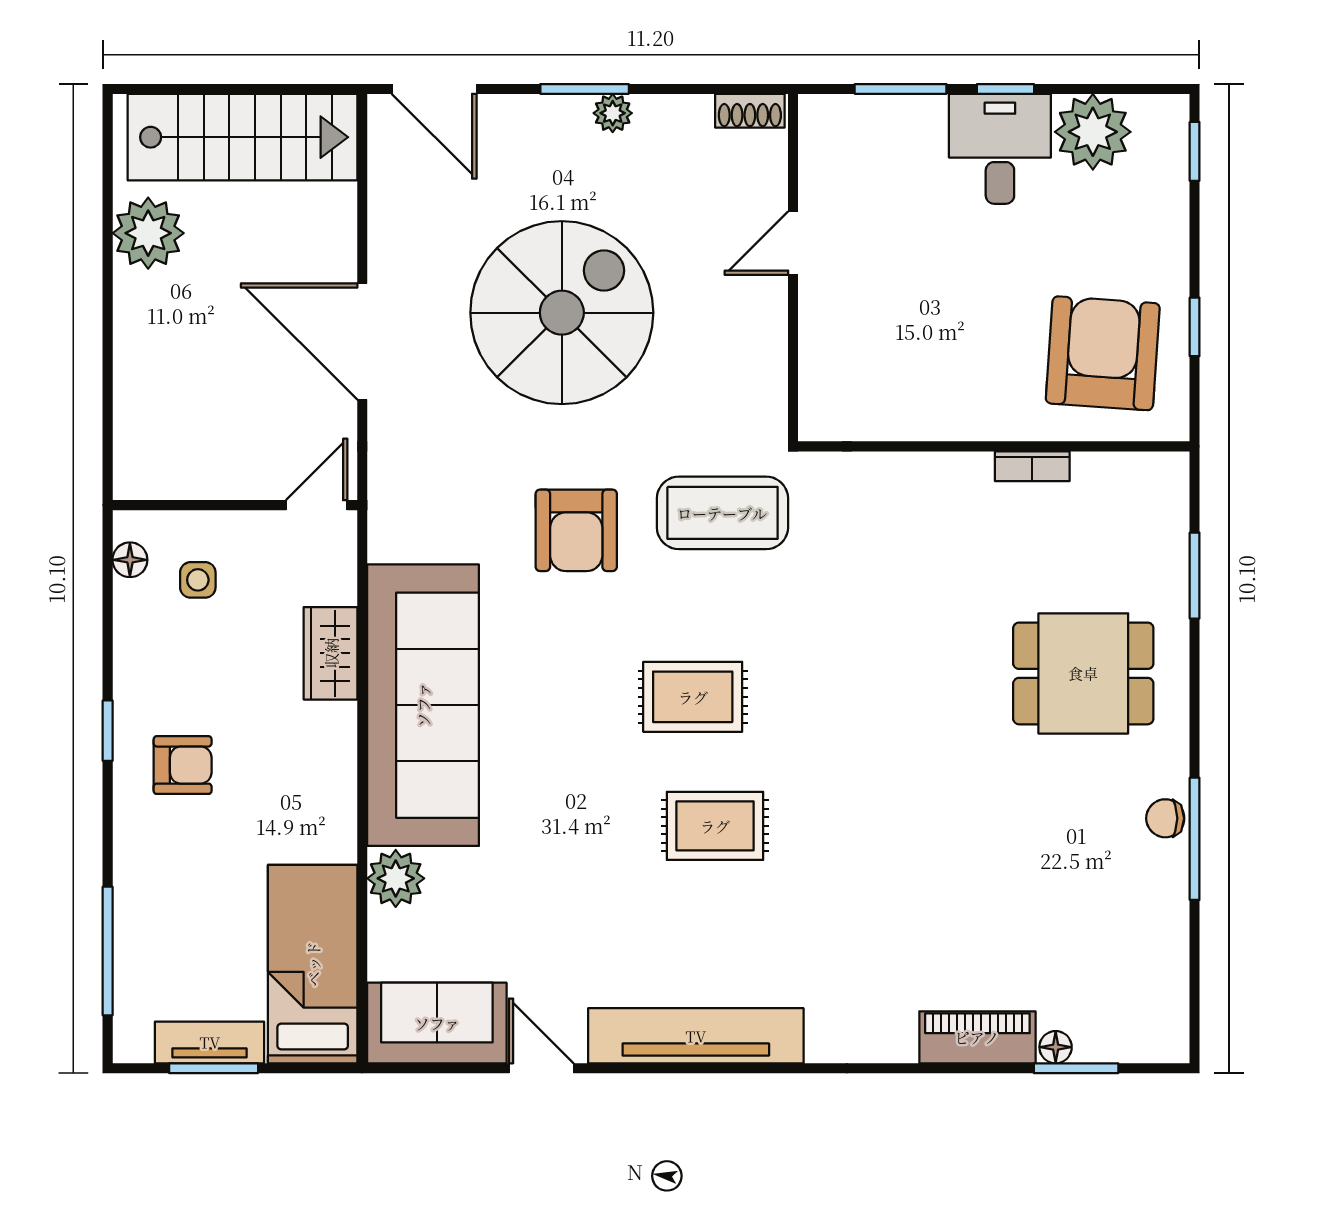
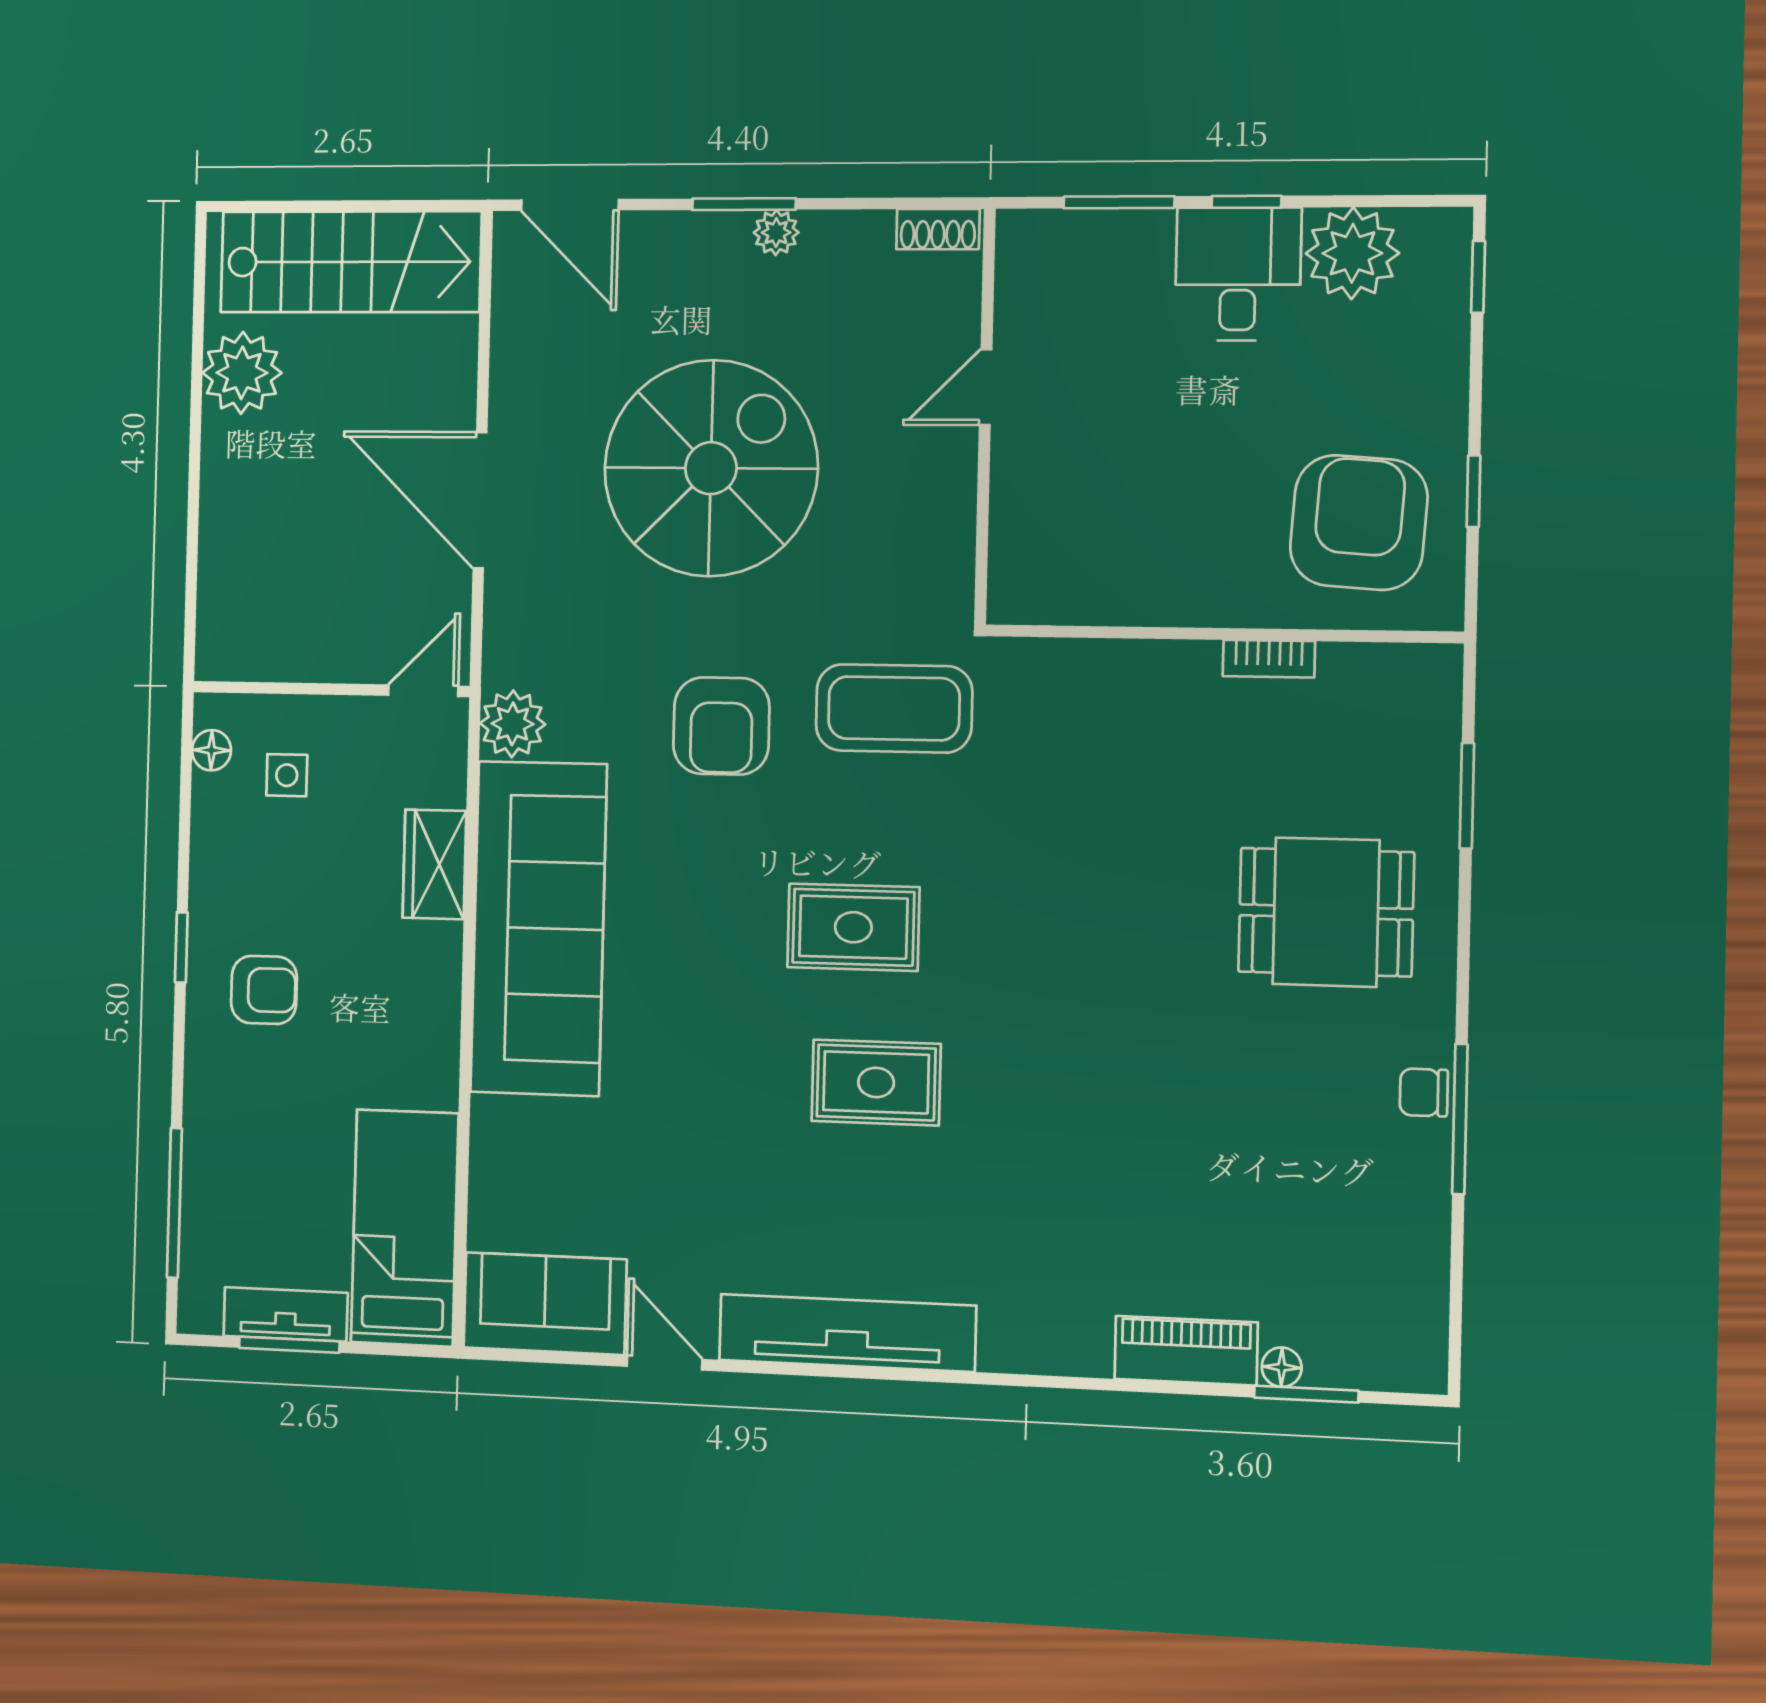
plant: (396, 878) -> (513, 724), moved

